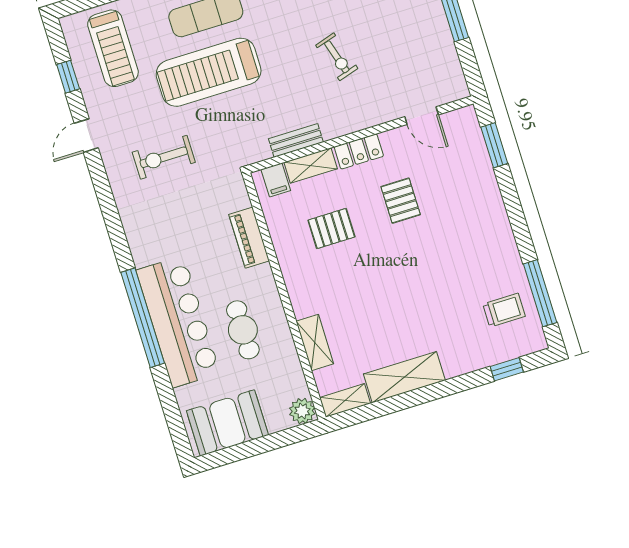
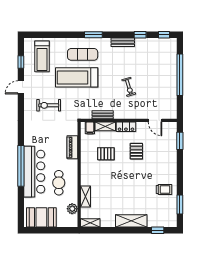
window: (540, 293) -> (180, 204), width x0.69
trolley: (504, 310) -> (164, 190), moved
shelving: (404, 377) -> (131, 221), moved
plant: (302, 411) -> (72, 209), moved

